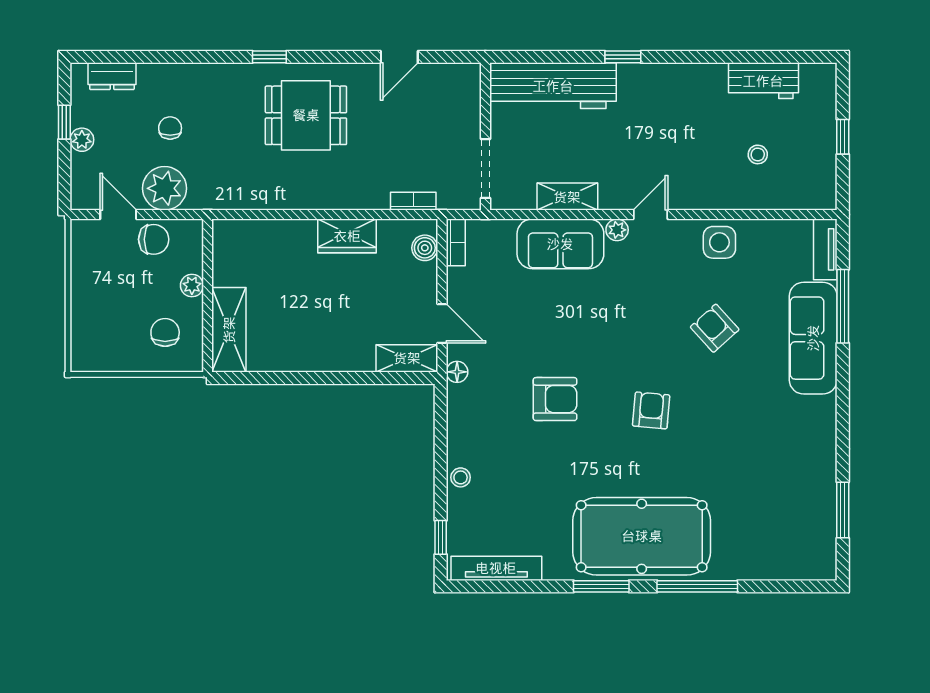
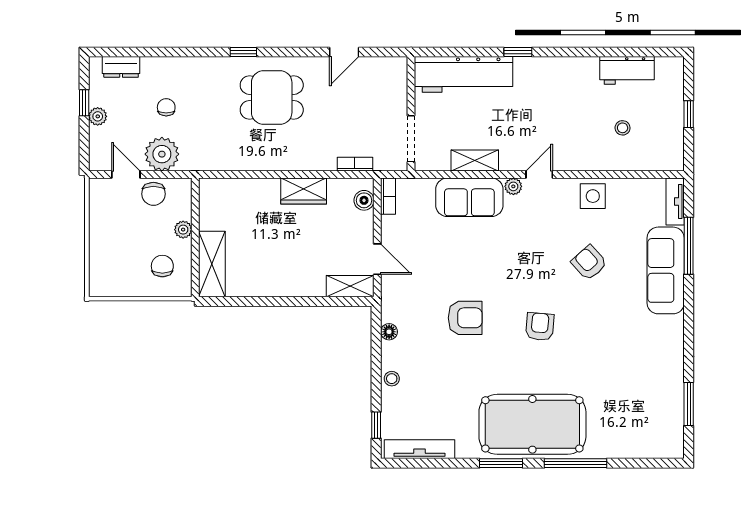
chair: (154, 239) -> (153, 194), turned 90
floor lamp: (457, 372) -> (389, 332), moved

